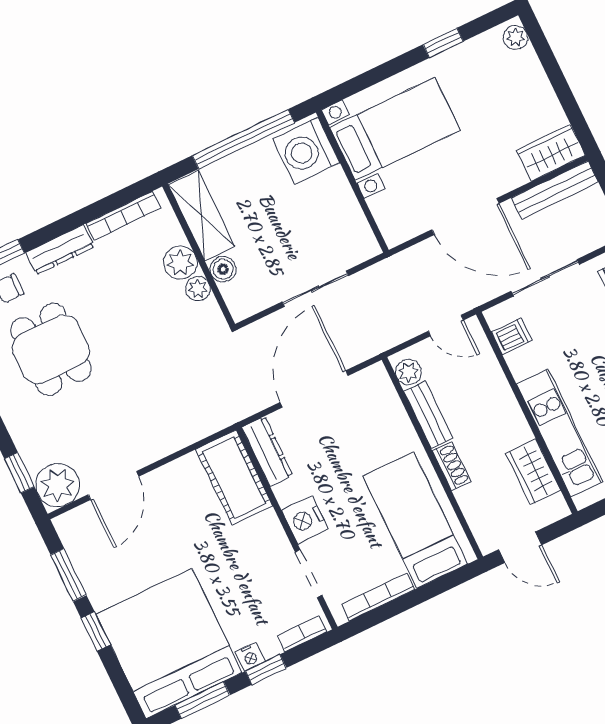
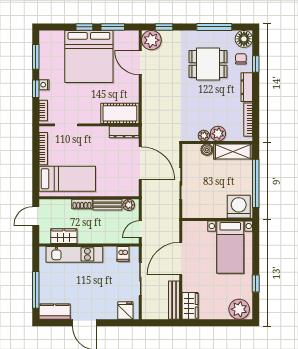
plant: (515, 37) -> (239, 309), width x1.88, depth x1.88
nightstand: (305, 520) -> (89, 134), removed
bed: (169, 644) -> (89, 57), moved, turned 90

